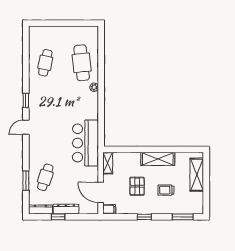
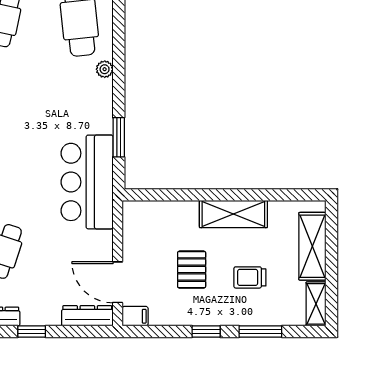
window: (101, 121) -> (119, 137), added
shelving: (108, 163) -> (316, 304), moved
dresser: (66, 209) -> (87, 316), moved
window: (183, 217) -> (260, 332), moved

